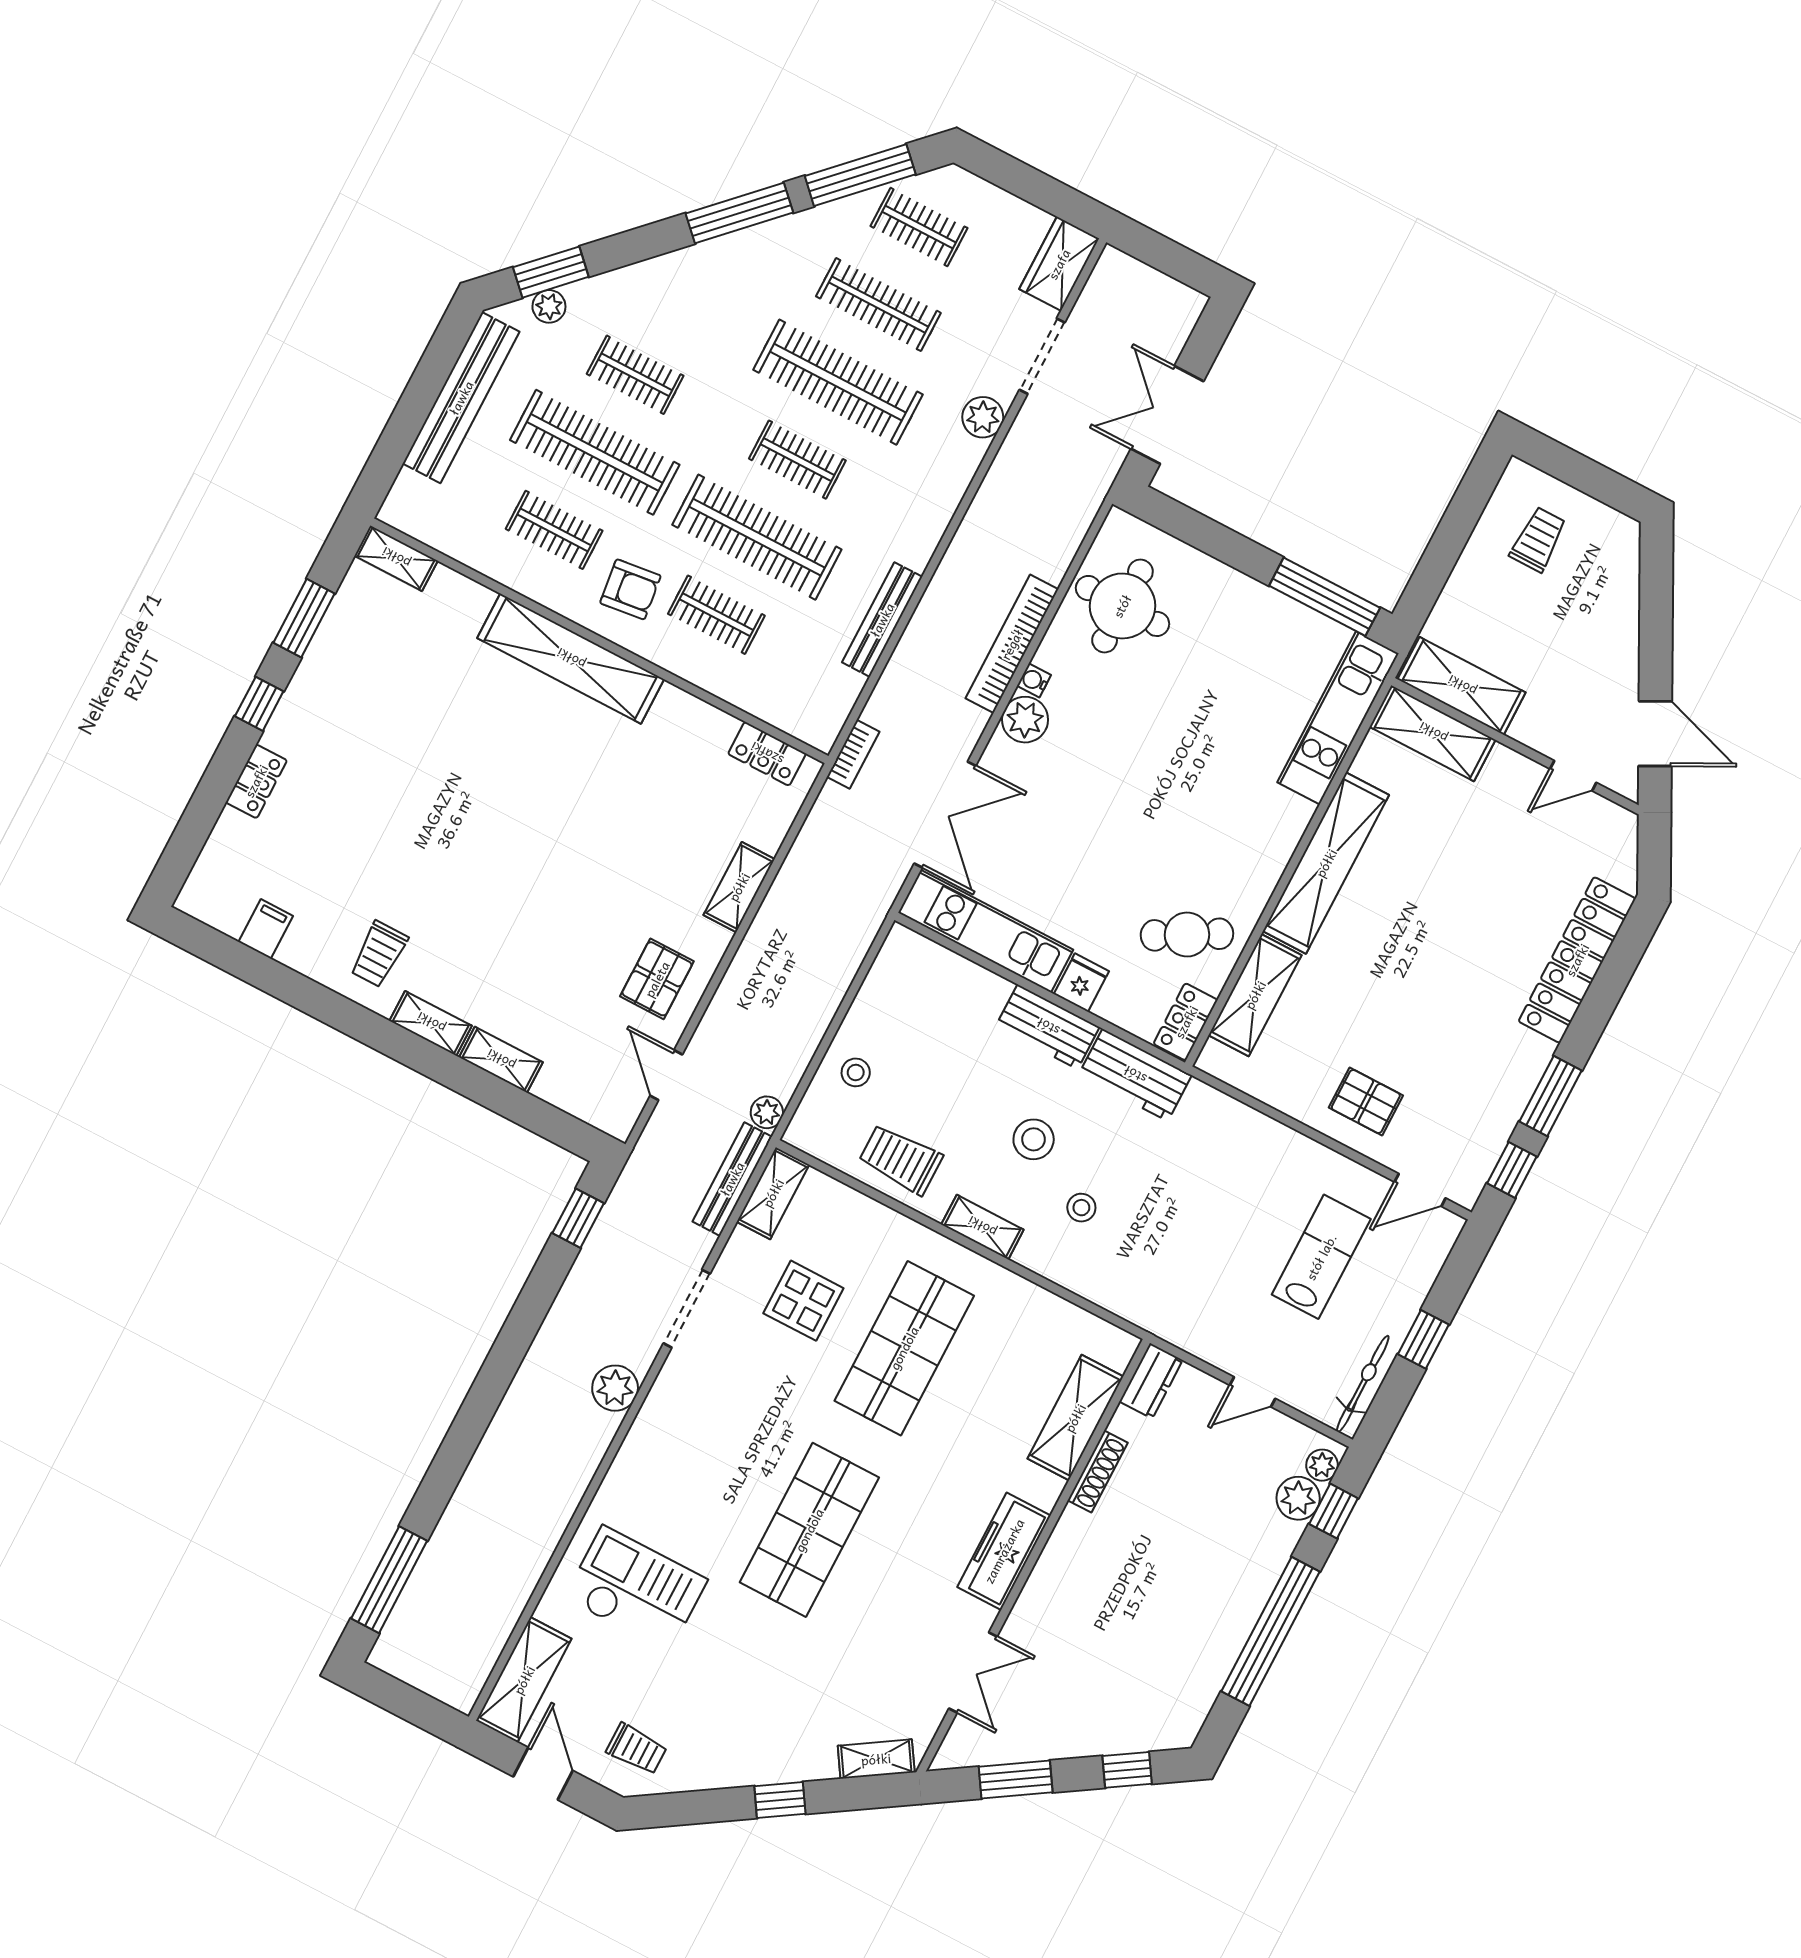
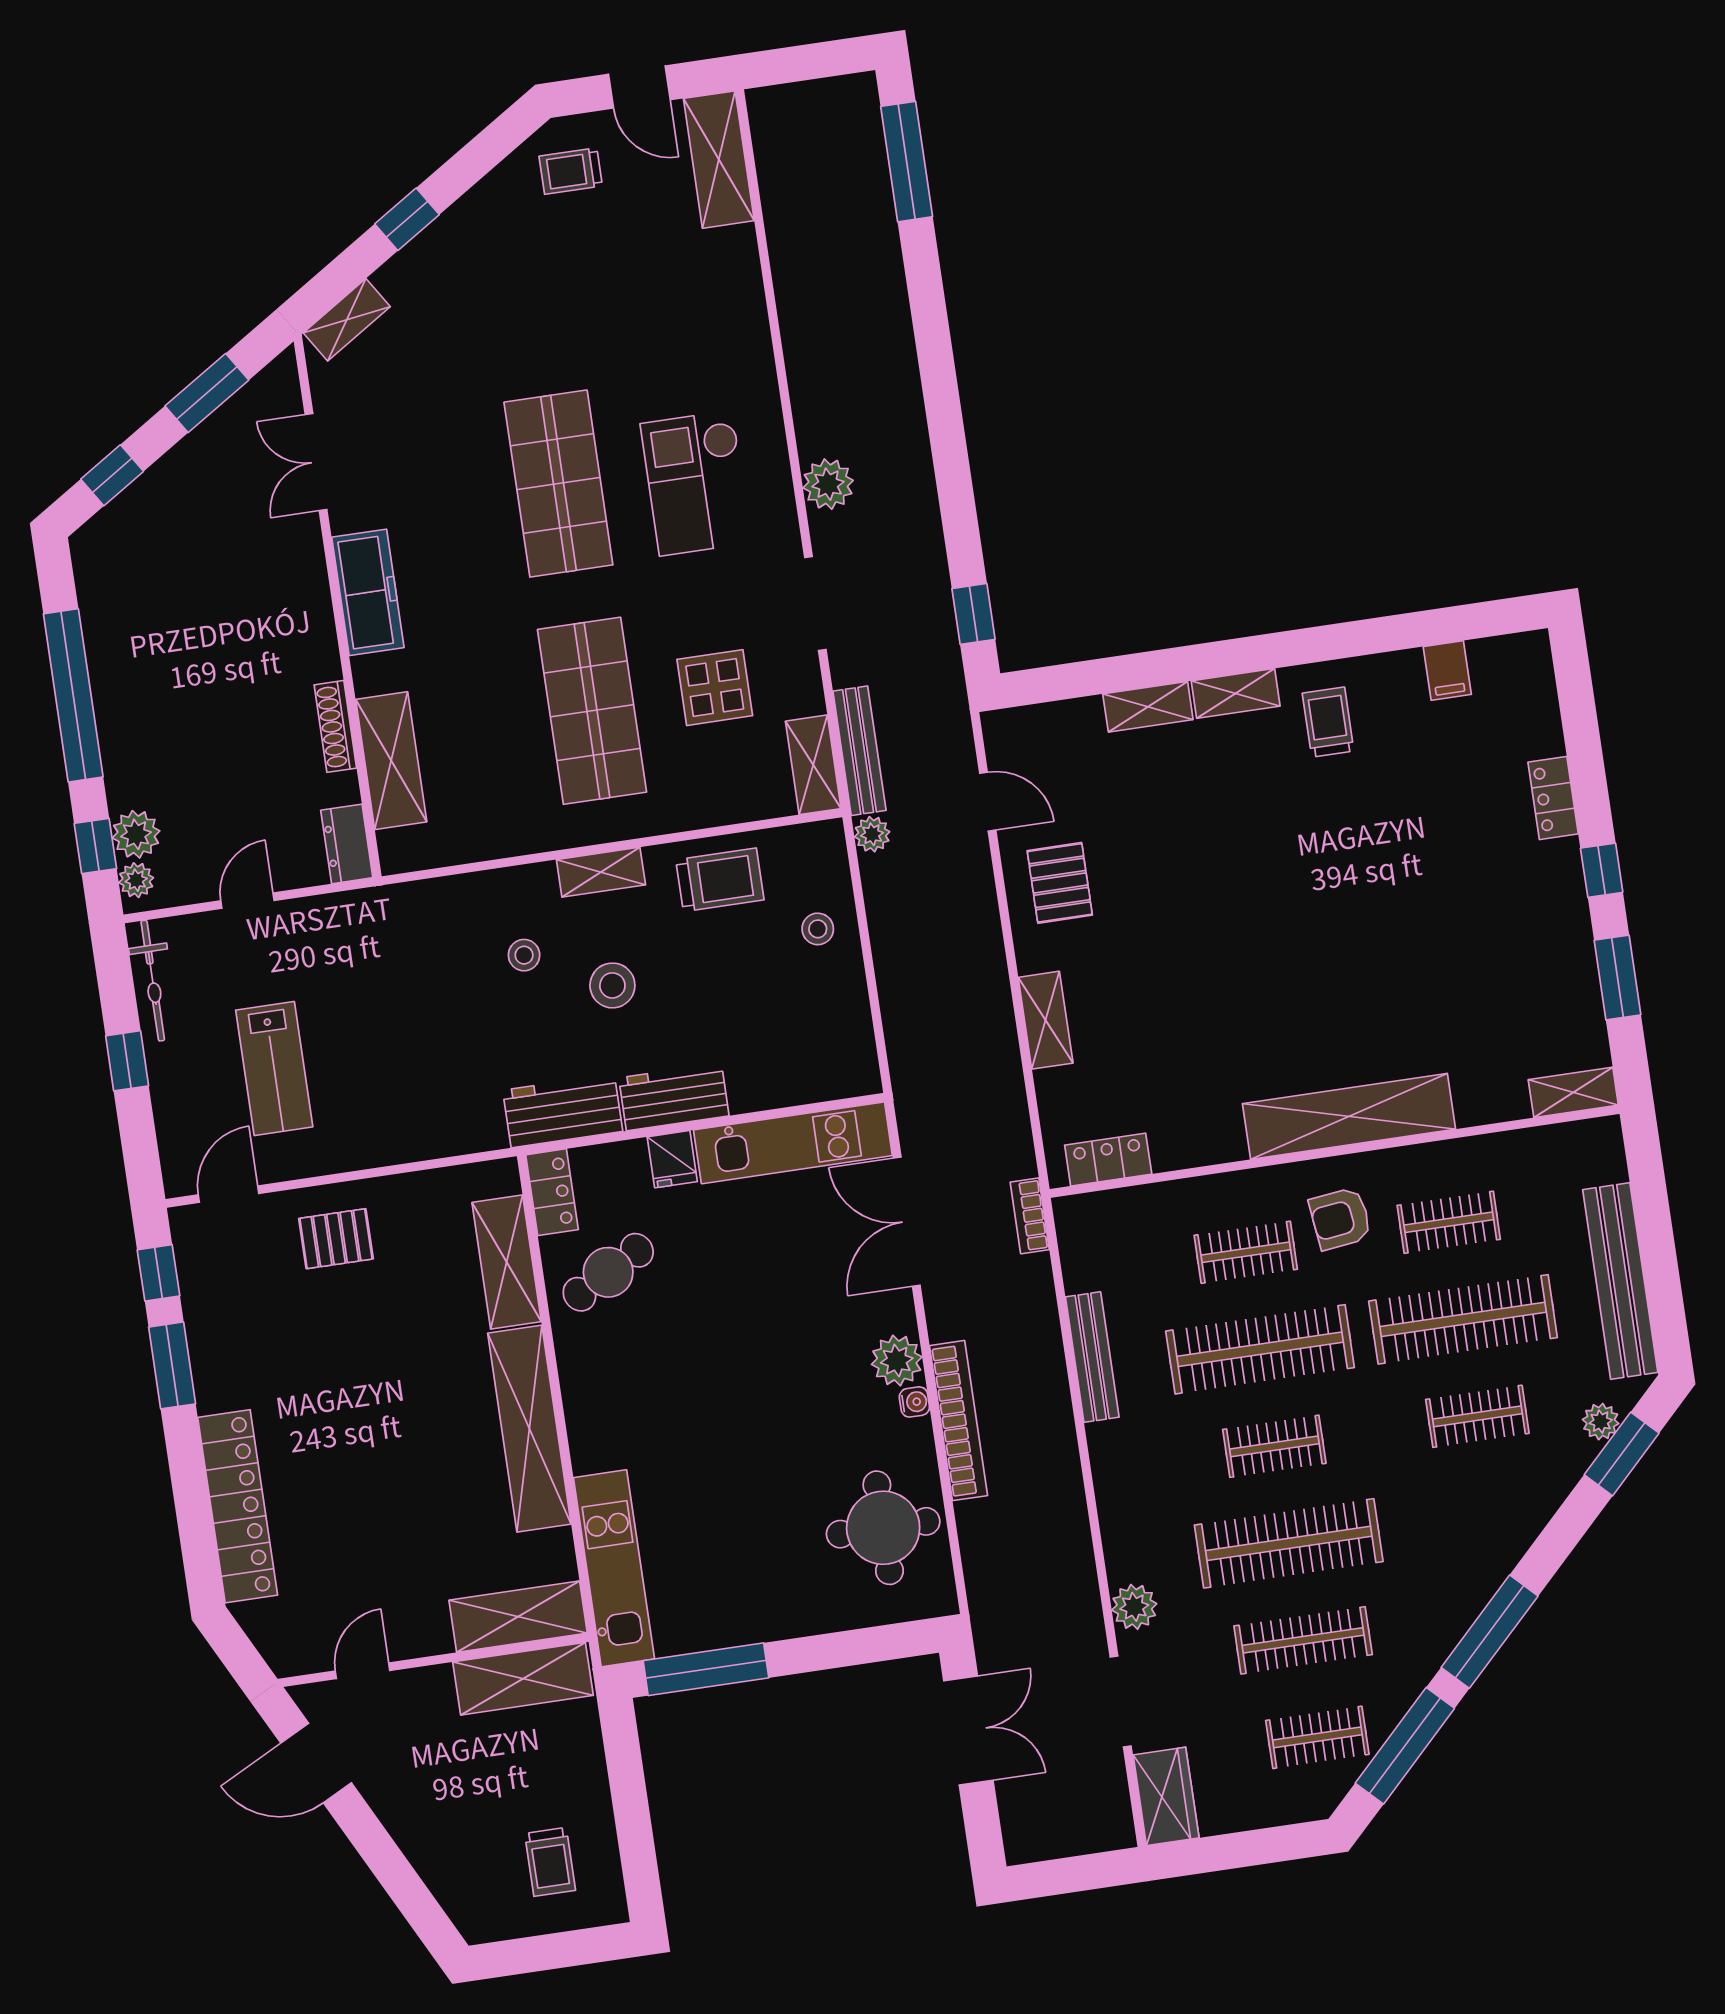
checkout: (636, 1589) -> (696, 483), moved, turned 90

